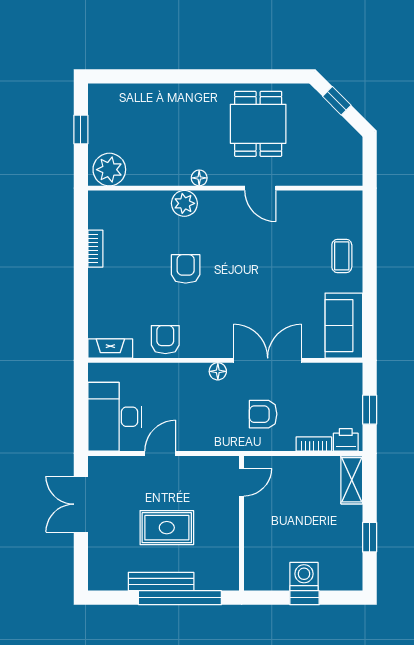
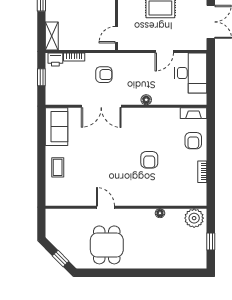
floor lamp: (199, 178) -> (160, 213), moved
plant: (184, 203) -> (150, 198), removed
armchair: (165, 340) -> (193, 141), moved
floor lamp: (218, 371) -> (146, 100), moved

